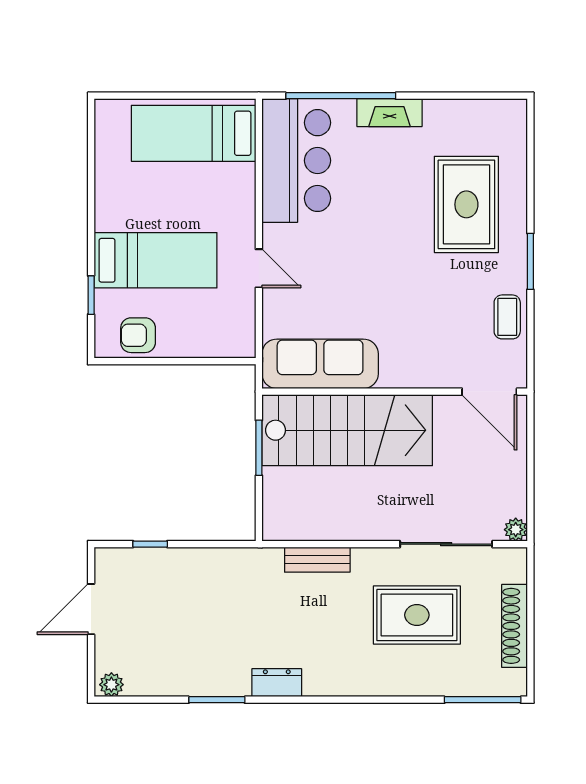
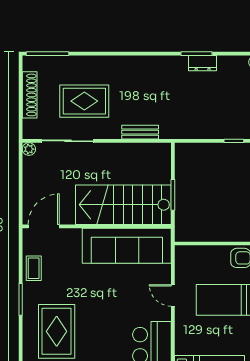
sofa: (320, 364) -> (127, 246), width x1.36, depth x1.27
door: (489, 392) -> (44, 226), hinge flipped
dresser: (277, 683) -> (203, 63), moved

